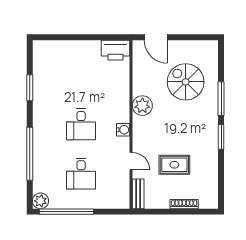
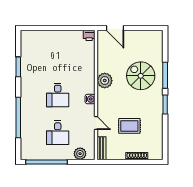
printer: (116, 50) -> (89, 35), width x0.53, depth x0.68
spiral stairs: (186, 82) -> (141, 76), moved
plant: (40, 201) -> (80, 154), moved

